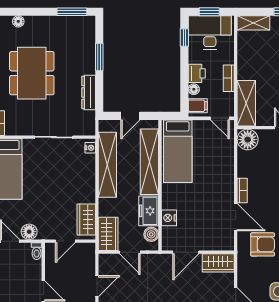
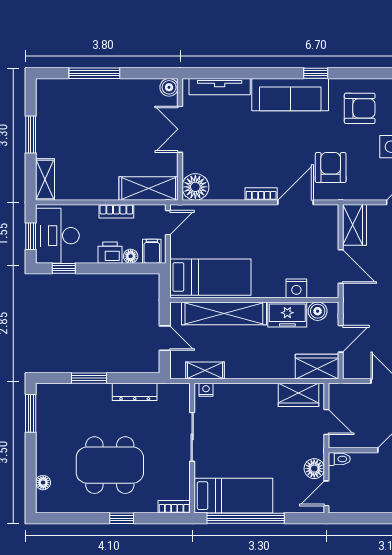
shelving: (107, 165) -> (205, 371), width x0.45, depth x0.75

